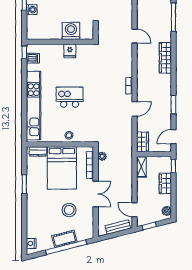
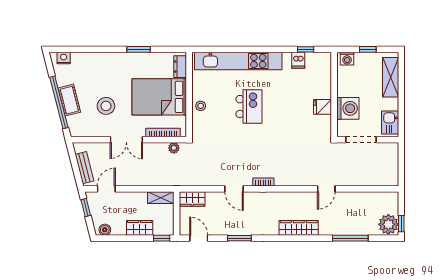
washing machine: (32, 10) -> (347, 59), moved
washing machine: (71, 31) -> (348, 108), moved
wall: (60, 42) -> (334, 94), moved
fridge: (70, 51) -> (323, 107), moved

